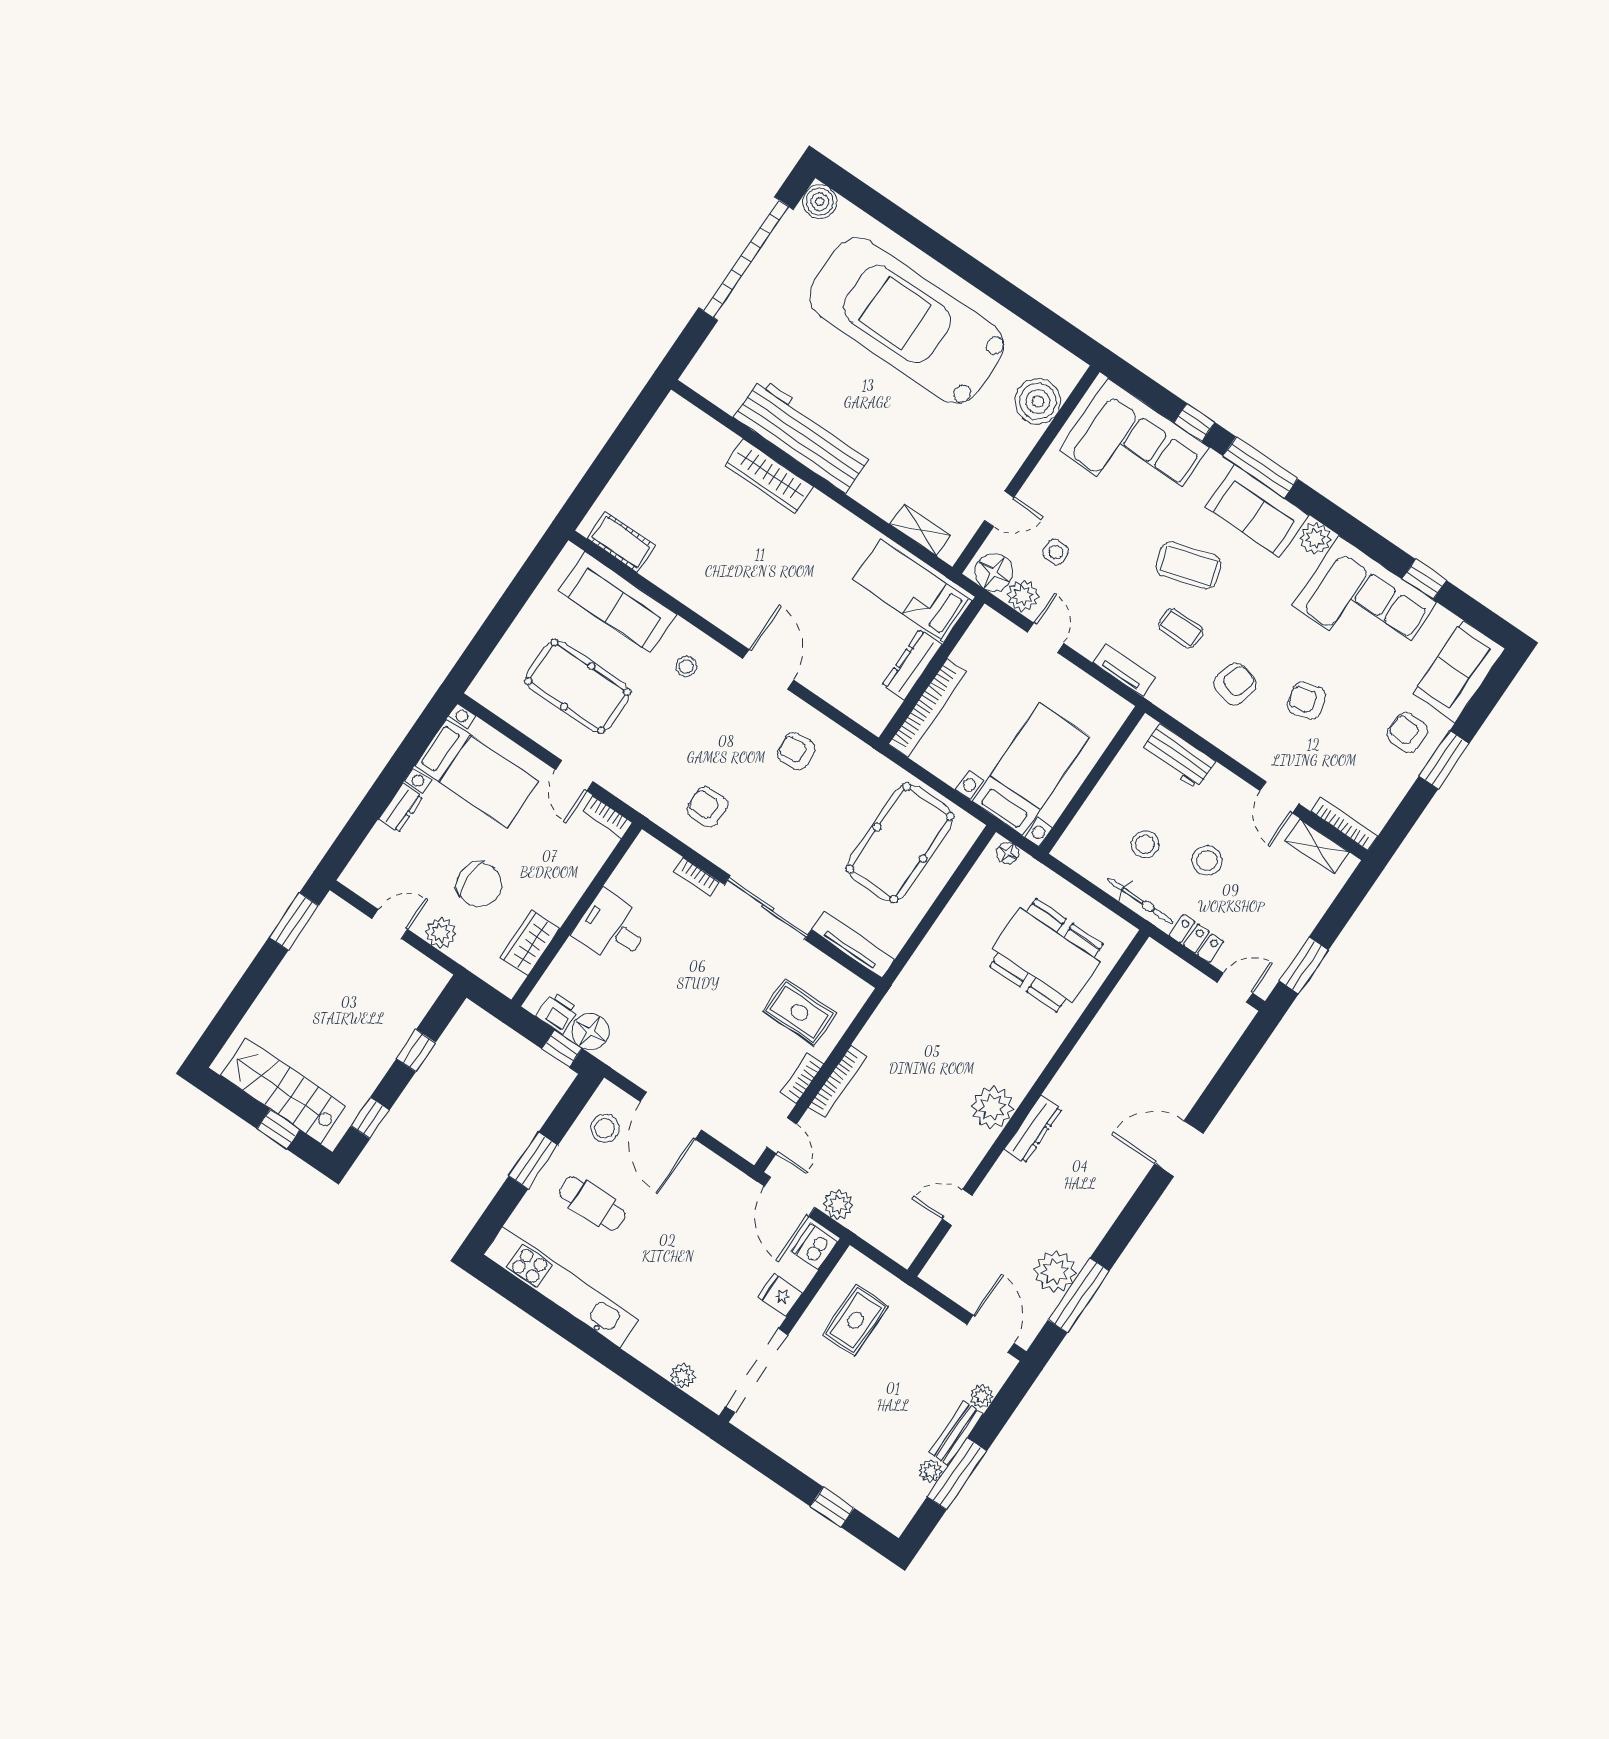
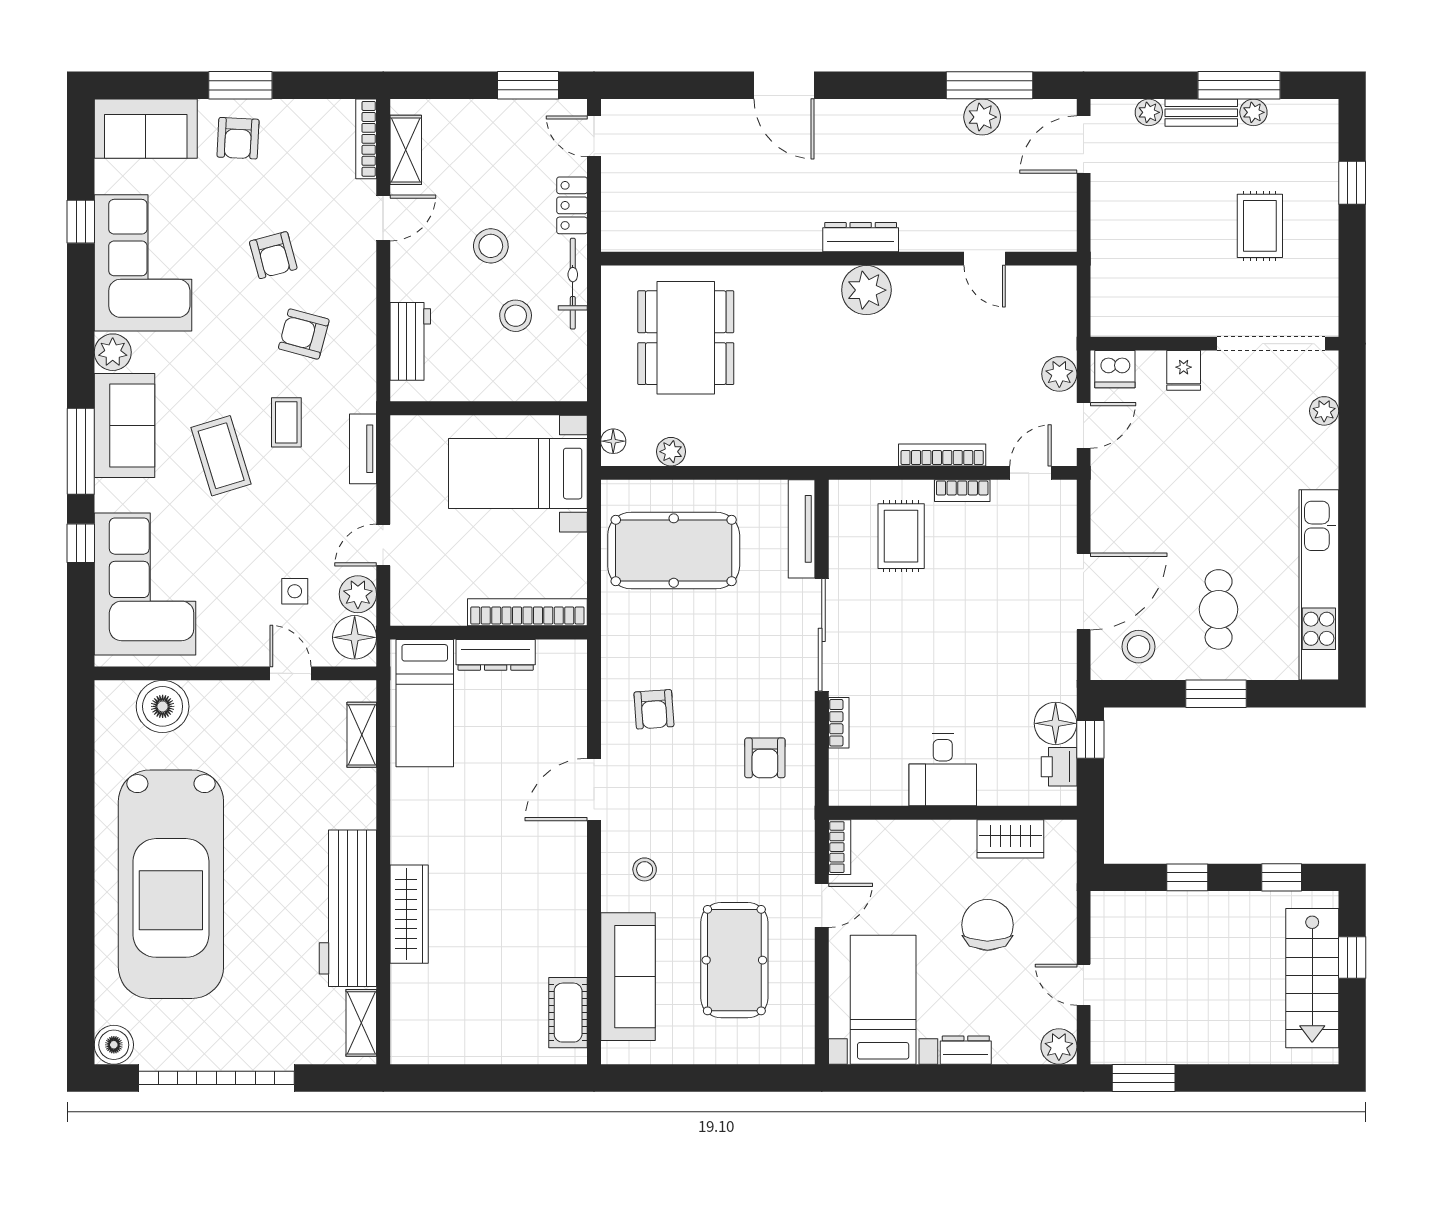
shelving: (715, 389) -> (361, 1023), added
plant: (972, 889) -> (671, 452), added
plant: (441, 933) -> (1059, 1046), moved
door: (790, 1197) -> (1084, 425), width x0.73
plant: (1055, 1271) -> (982, 117), width x0.73, depth x0.73
rug: (856, 1320) -> (1260, 226), moved, turned 90

